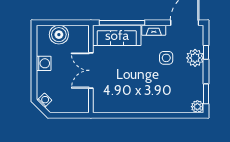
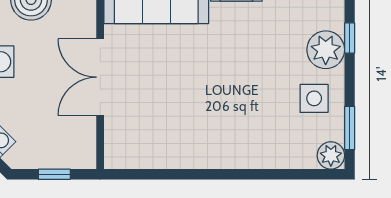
side table: (166, 58) -> (314, 98), moved
window: (70, 115) -> (54, 174), added

